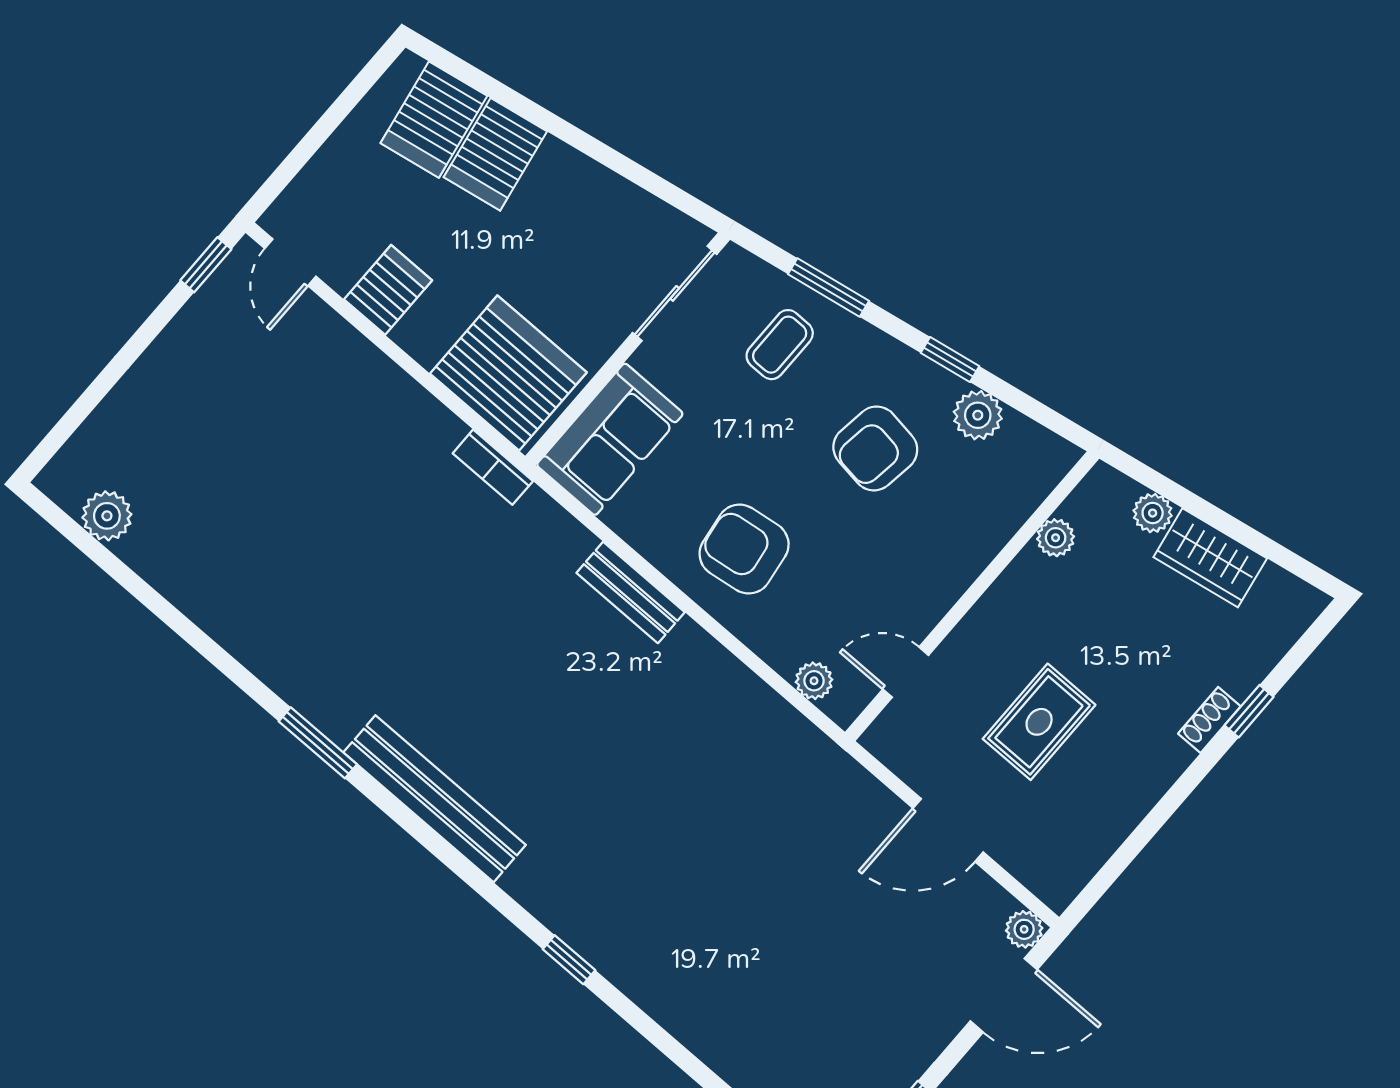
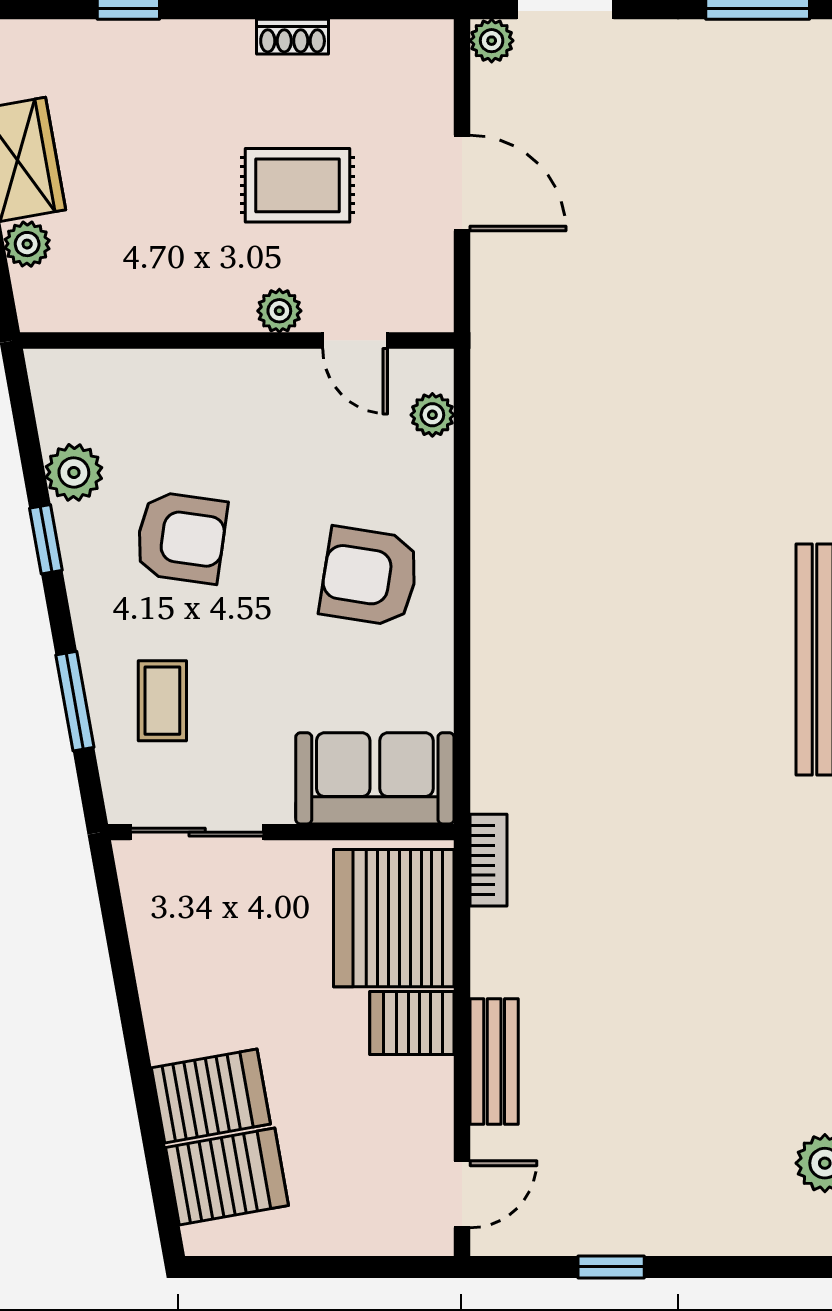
window: (206, 265) -> (611, 1267), moved
server rack: (388, 290) -> (412, 1023), moved
coffee table: (780, 345) -> (162, 701), turned 90
plant: (1056, 538) -> (279, 311), moved
armchair: (744, 549) -> (370, 577), turned 107
bench: (631, 592) -> (494, 1061), moved
shoe rack: (1209, 720) -> (293, 37), moved

